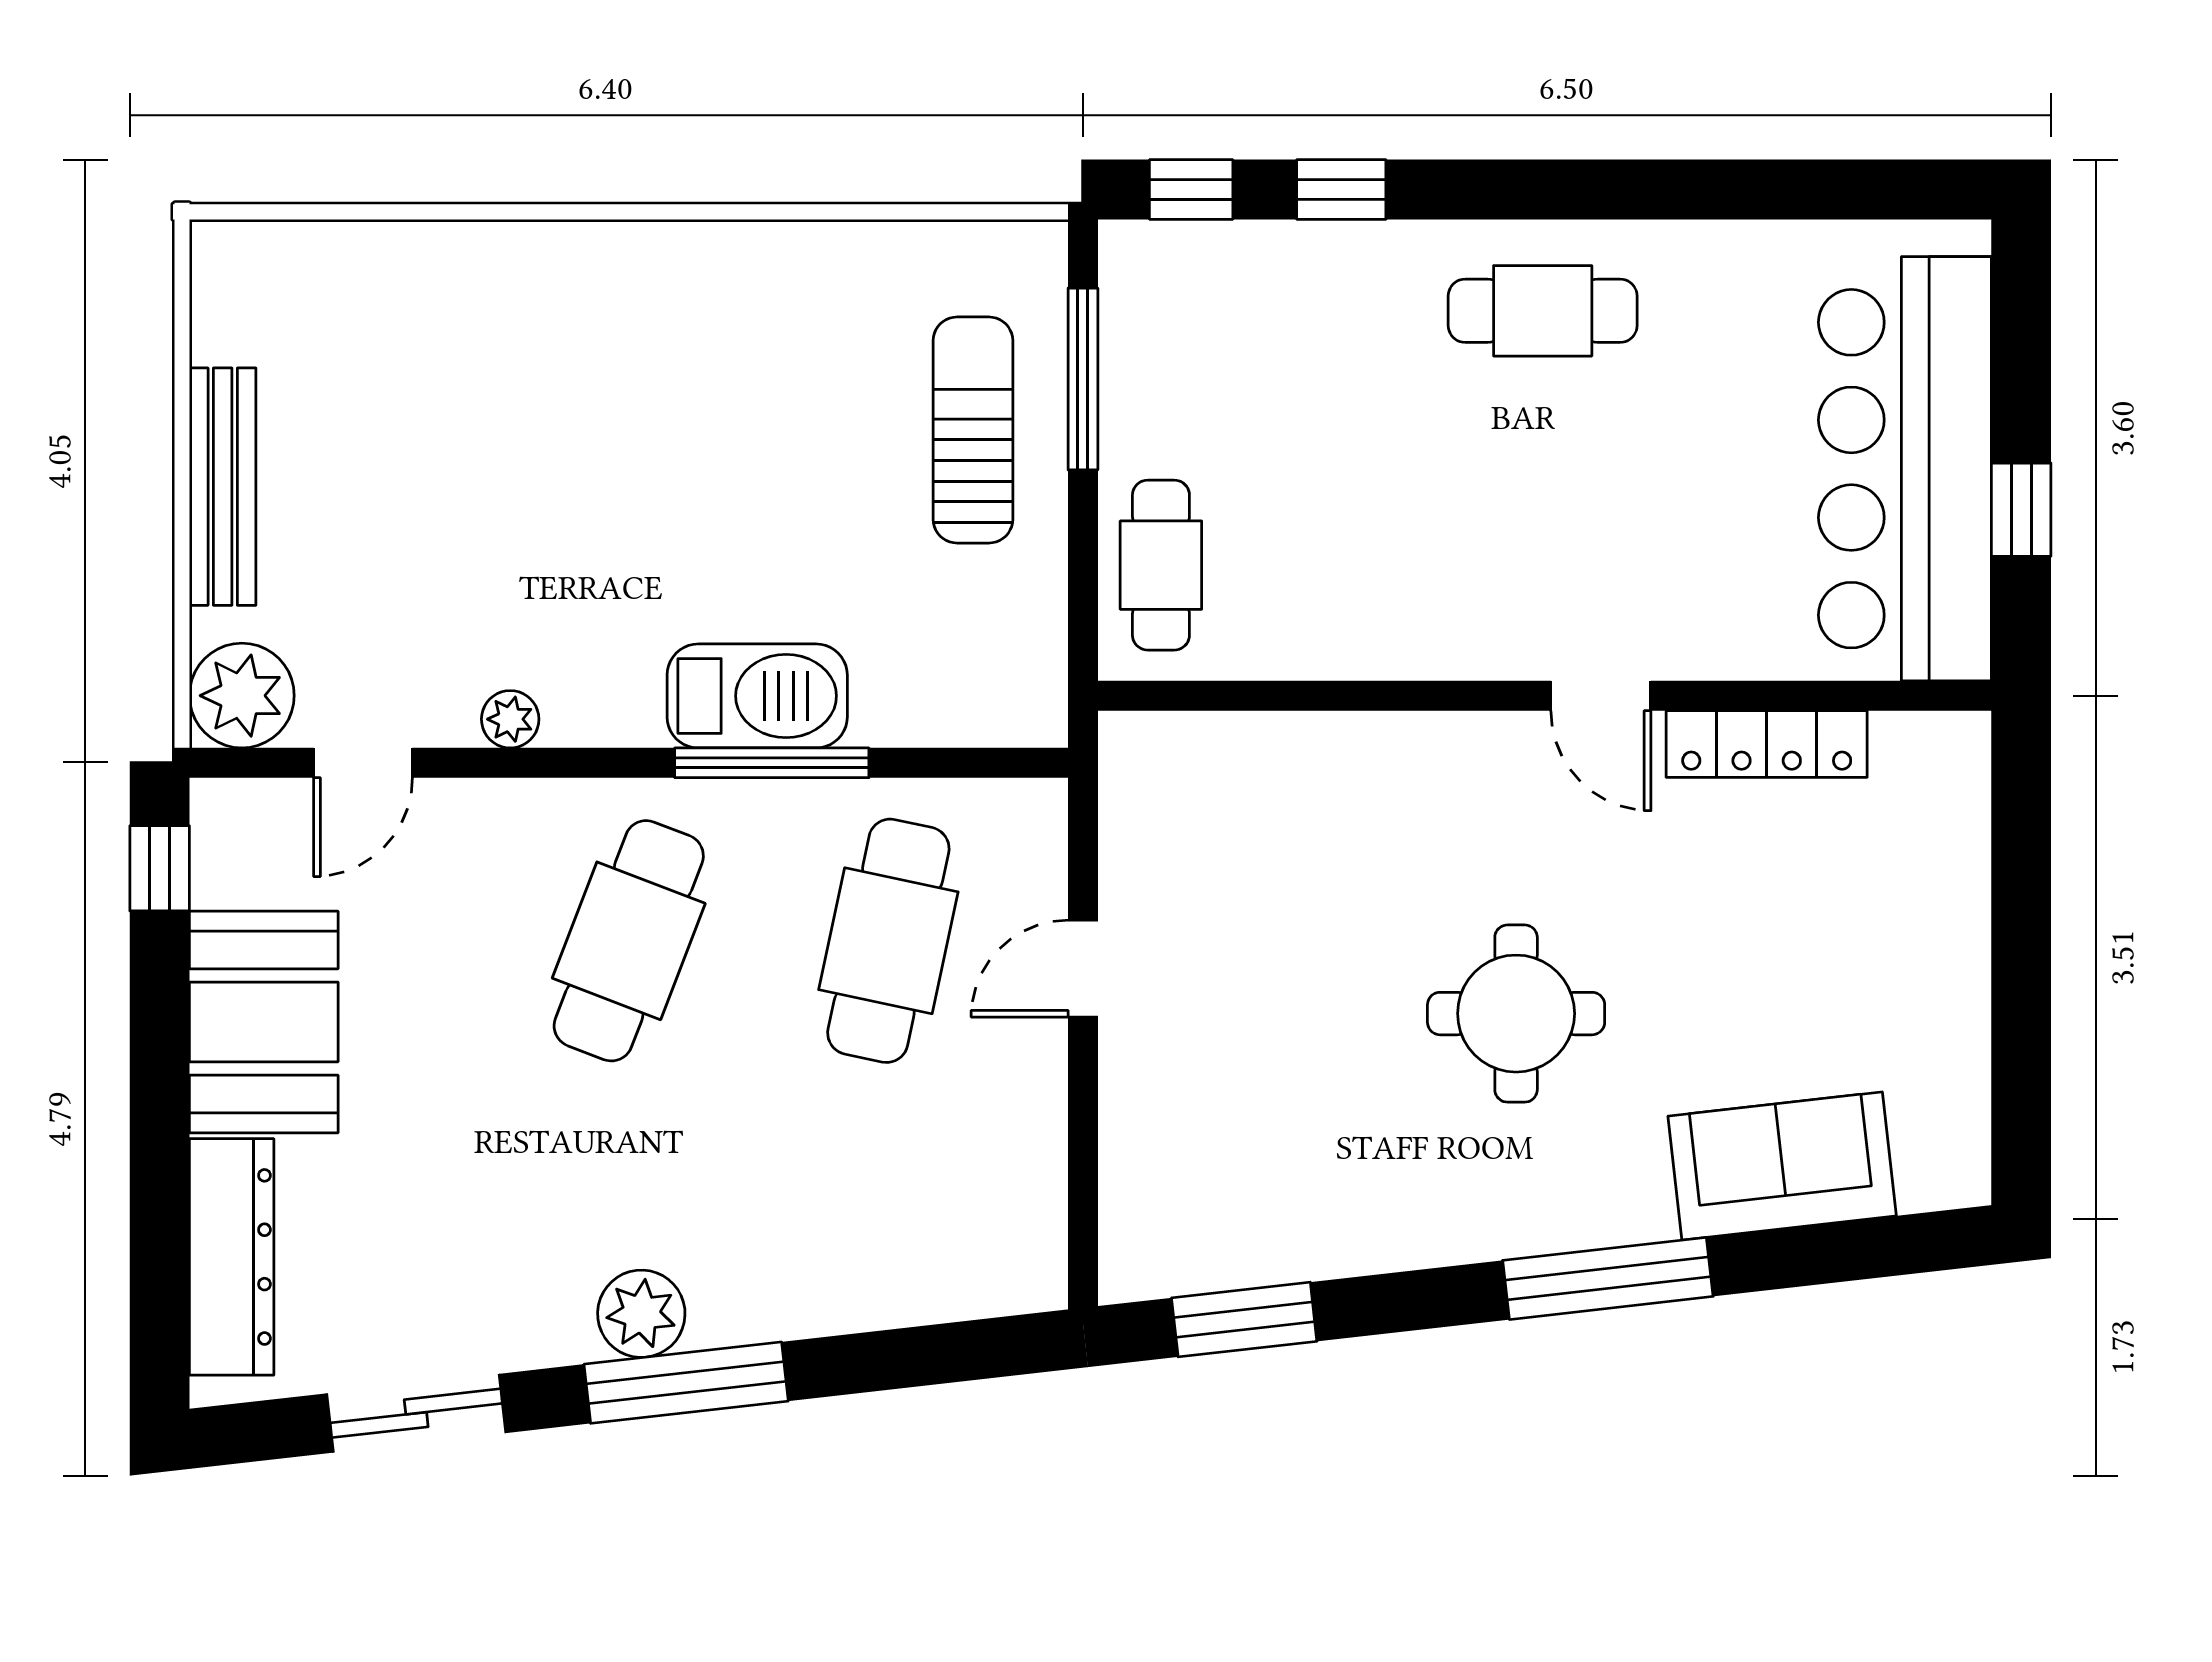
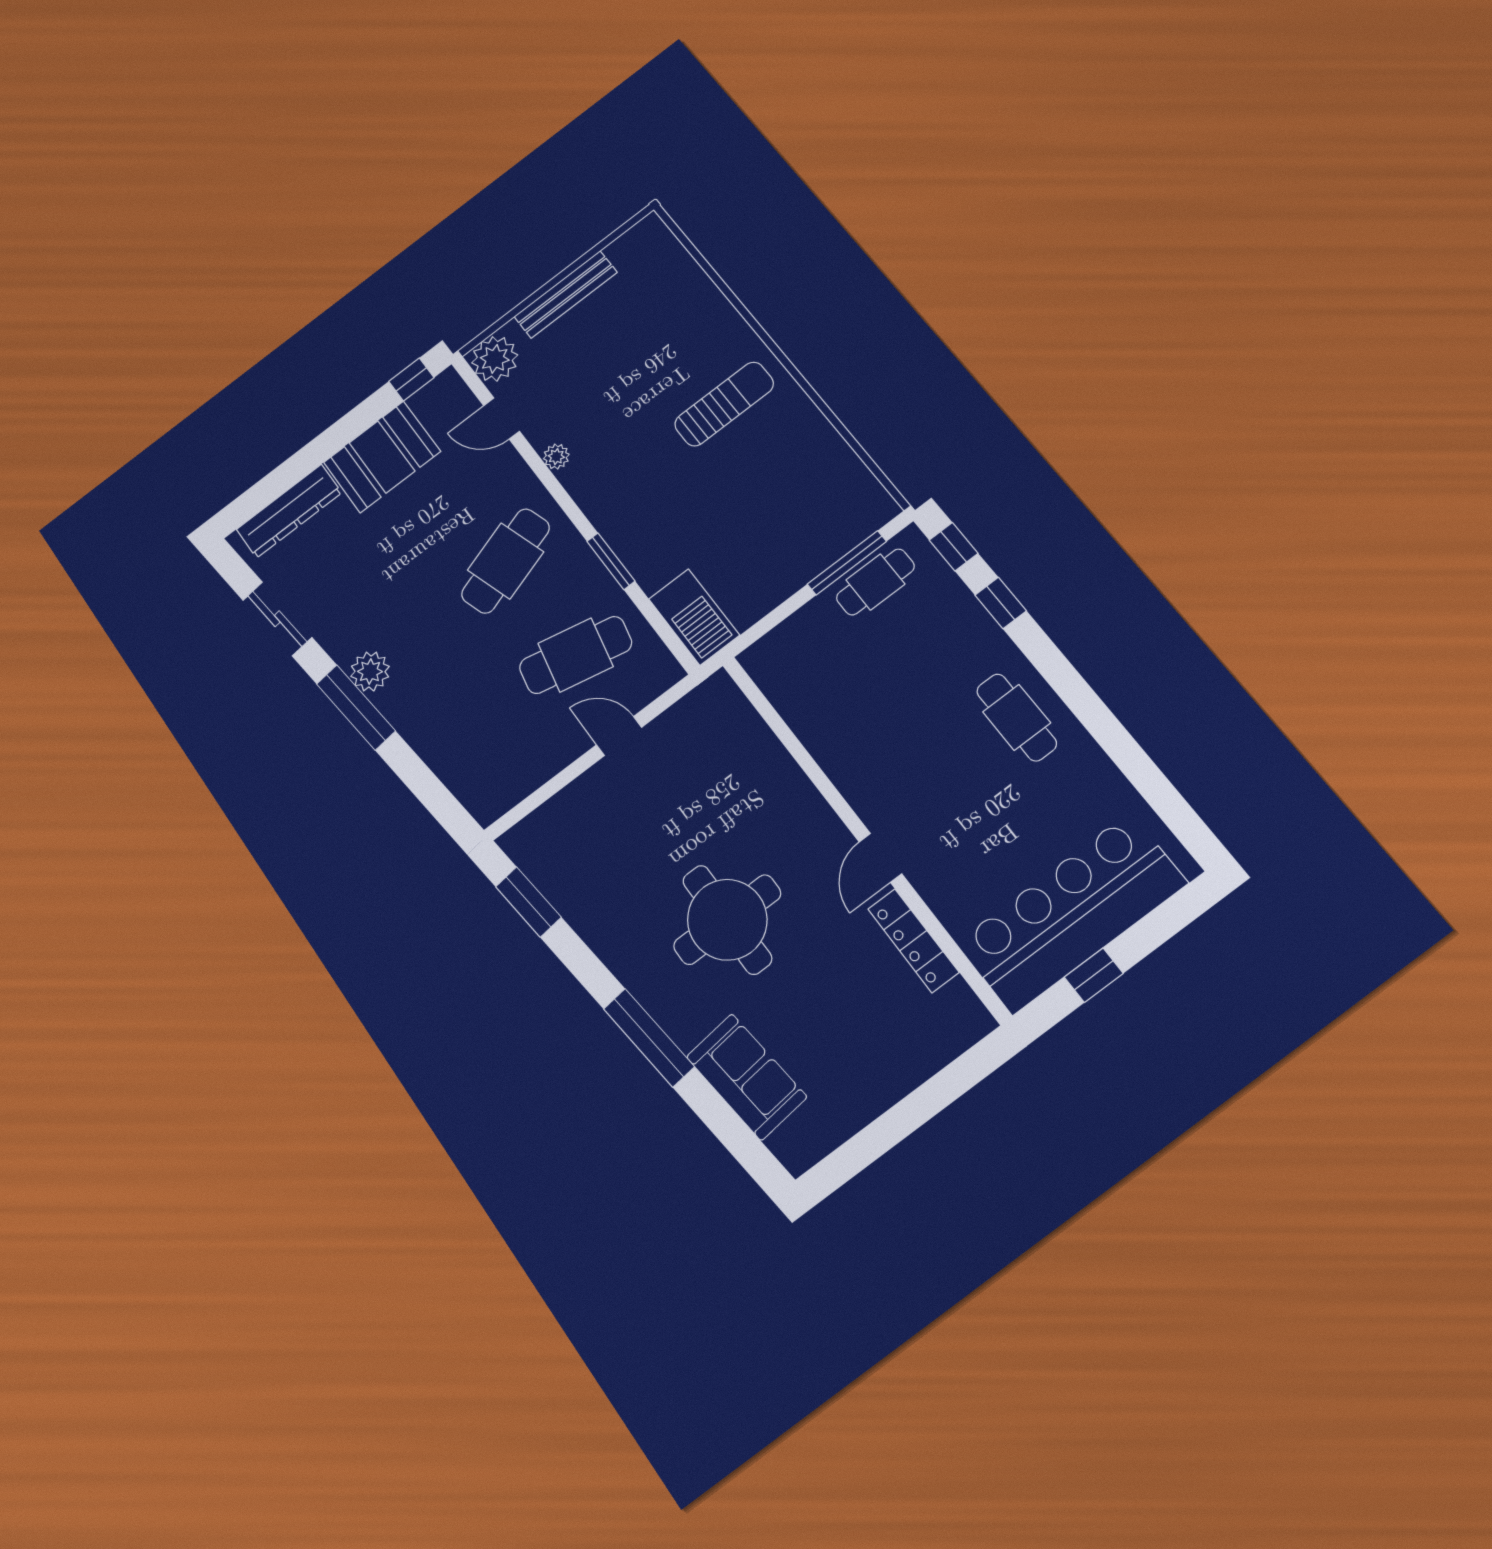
sun lounger: (973, 430) -> (724, 404), moved
cafe table: (1161, 565) -> (875, 582), moved
barbecue: (757, 696) -> (694, 617), moved
window: (772, 763) -> (611, 561), width x0.69
cafe table: (629, 941) -> (506, 561), turned -39
round table: (1516, 1014) -> (727, 920), width x1.36, depth x1.36

